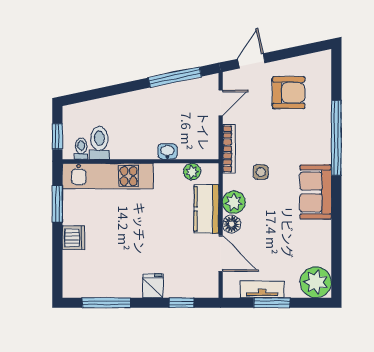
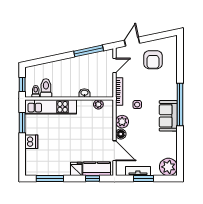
armchair: (289, 93) -> (153, 60), turned 90
window: (336, 138) -> (180, 105), moved
kitchen counter: (206, 209) -> (97, 169), moved, turned 90

